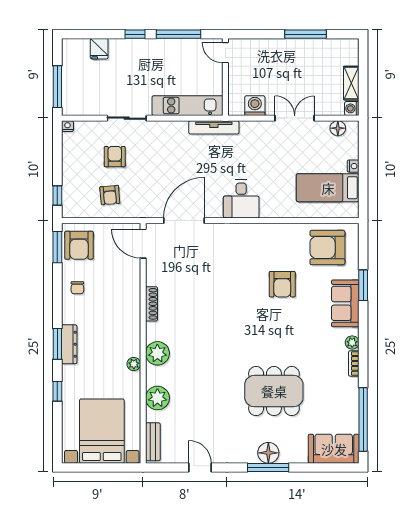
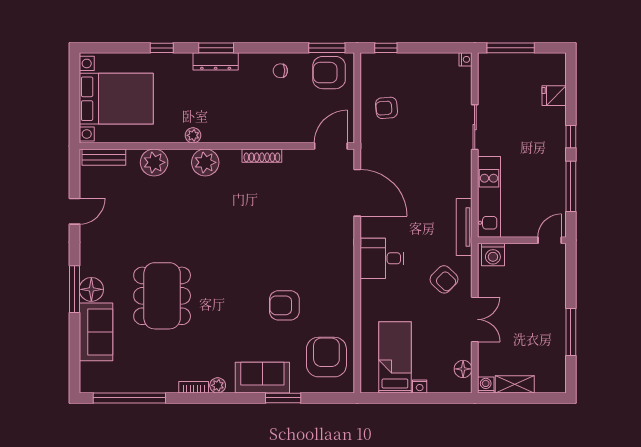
washing machine: (255, 106) -> (493, 255), moved, turned 90
armchair: (115, 157) -> (444, 279), moved, turned 44
sofa: (334, 449) -> (96, 332), moved

